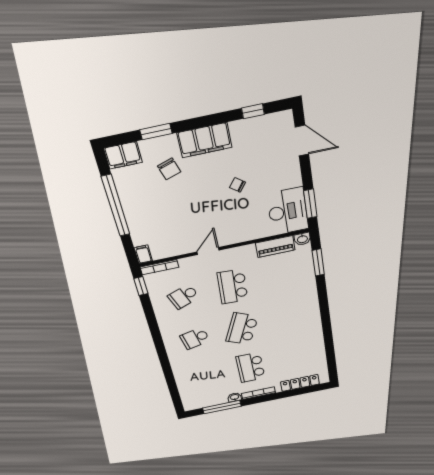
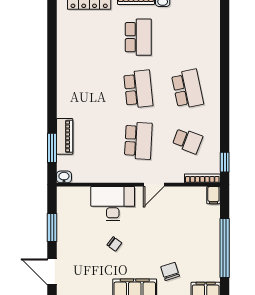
window: (310, 204) -> (52, 228), moved
desk: (288, 211) -> (113, 204), moved, turned 90
piano: (275, 246) -> (65, 136), moved, turned 90
school desk: (184, 297) -> (187, 141), turned 42
school desk: (242, 329) -> (138, 89), turned -30
school desk: (195, 338) -> (187, 89), width x1.85

